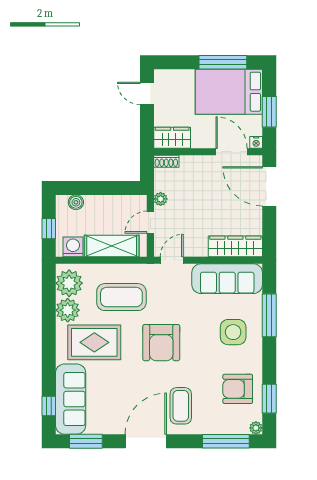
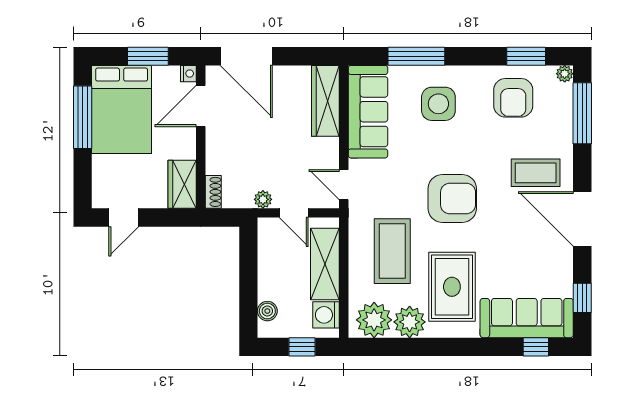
door: (269, 186) -> (246, 56), hinge flipped
window: (86, 441) -> (582, 298), width x0.67

